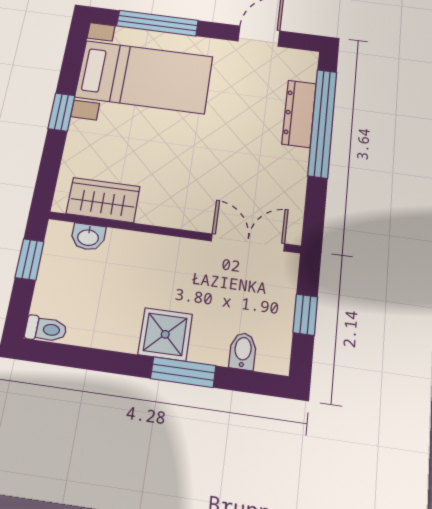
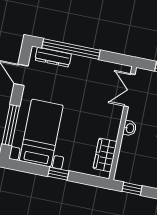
dresser: (299, 114) -> (53, 57), moved
washbasin: (88, 237) -> (130, 128), moved

